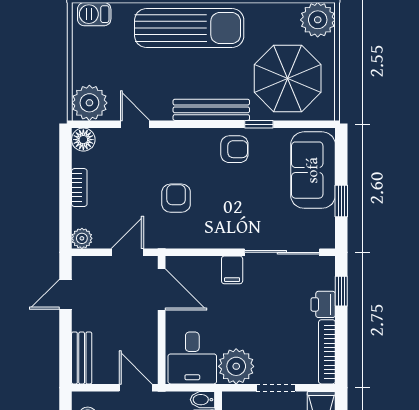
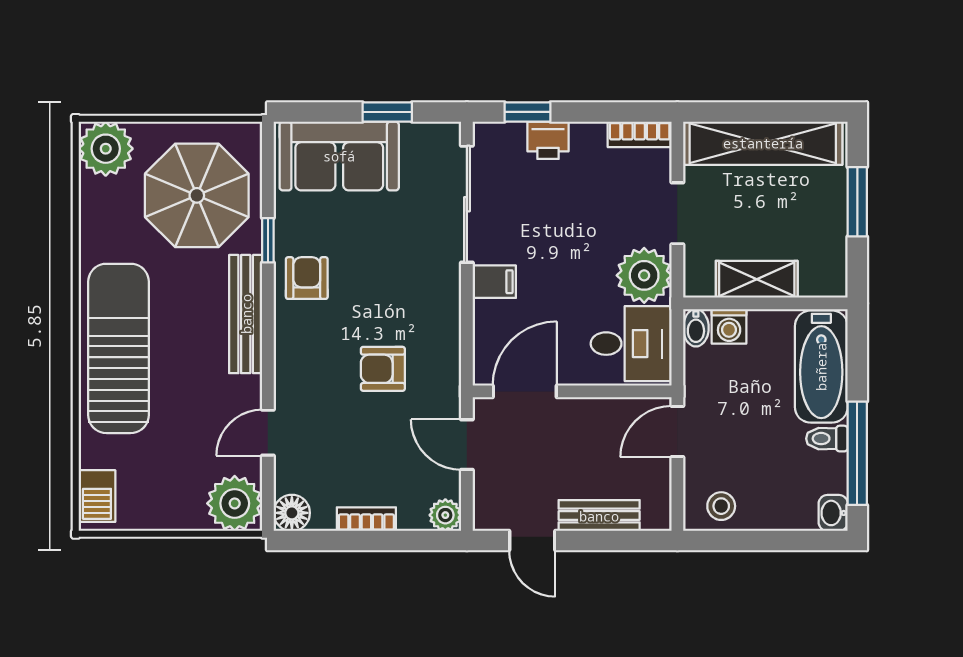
bookcase: (327, 352) -> (640, 134), width x0.64
bench: (82, 358) -> (599, 516), moved

